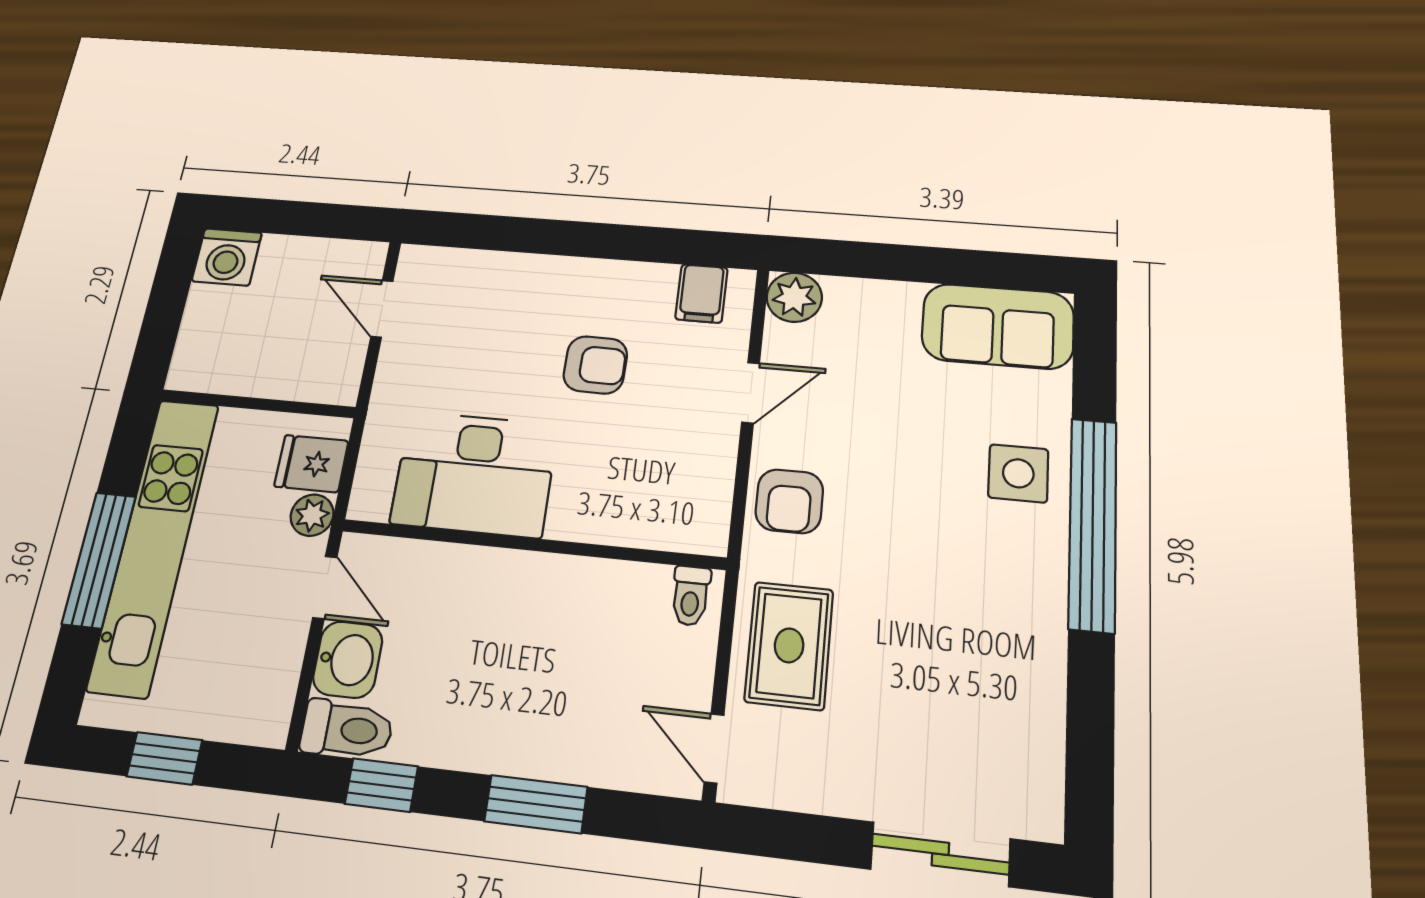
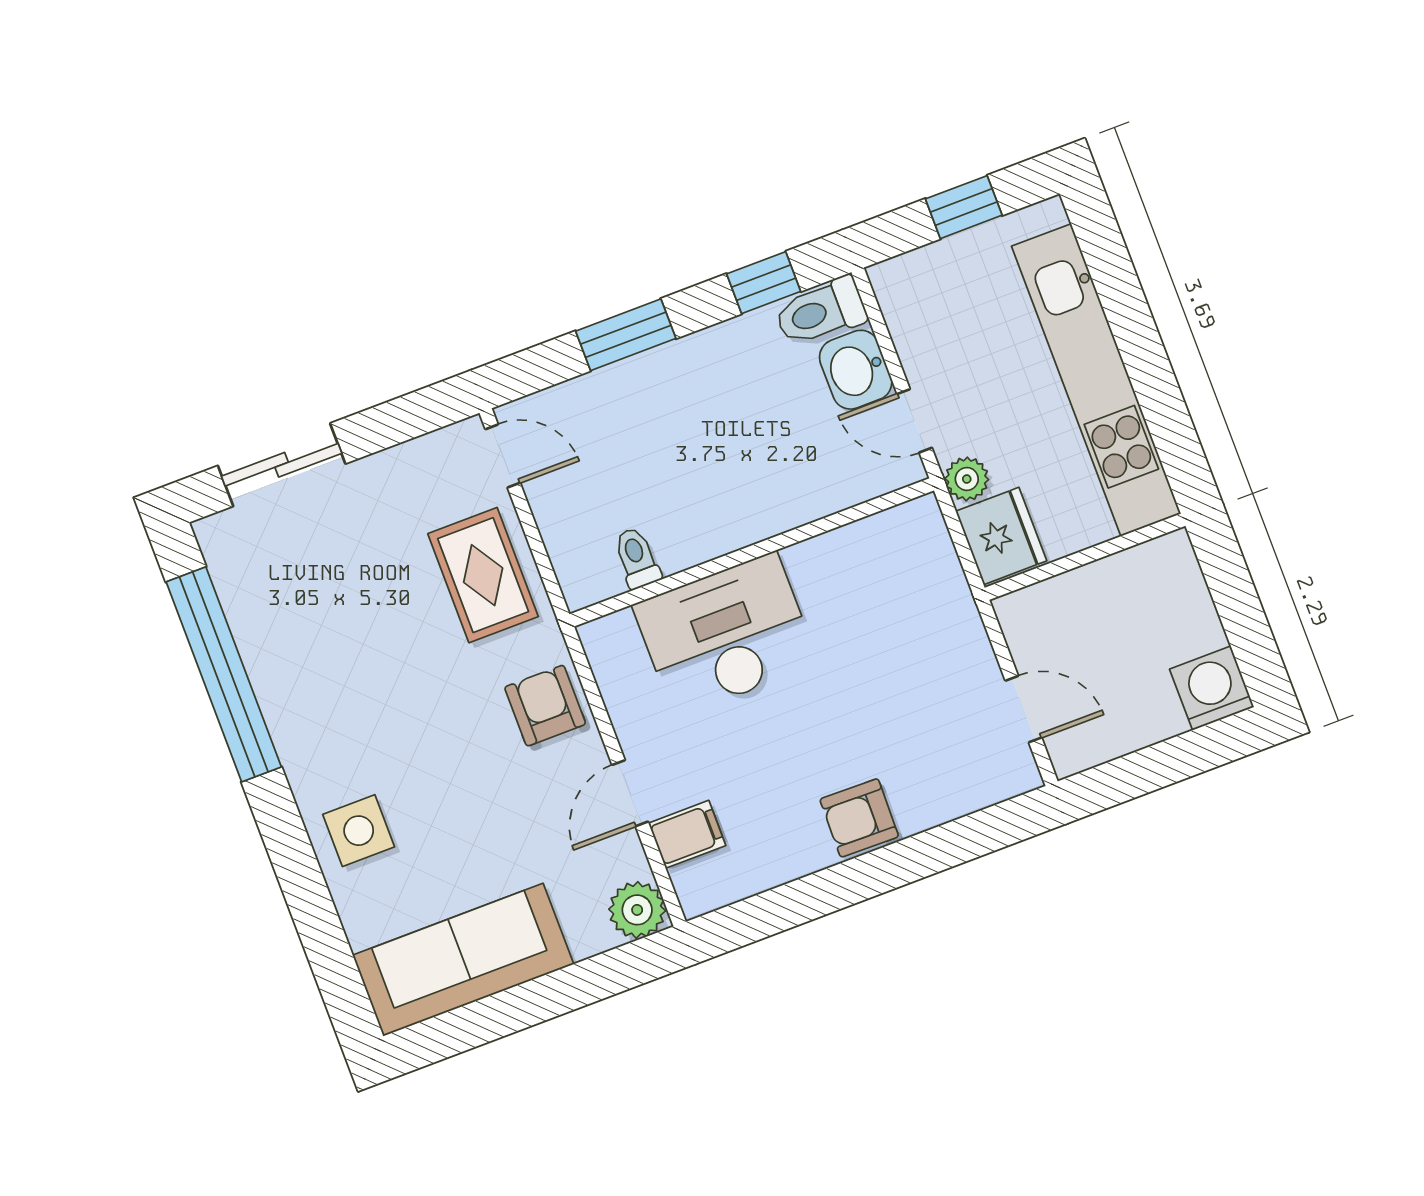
filing cabinet: (702, 293) -> (687, 834), moved, turned 90
sofa: (998, 326) -> (463, 960), width x1.36
armchair: (595, 365) -> (859, 818), moved
fridge: (311, 464) -> (1001, 536), width x1.38
desk: (475, 474) -> (725, 635), moved
window: (1093, 523) -> (224, 674), moved
window: (99, 560) -> (1138, 340), removed
toilet: (691, 596) -> (637, 558), moved

